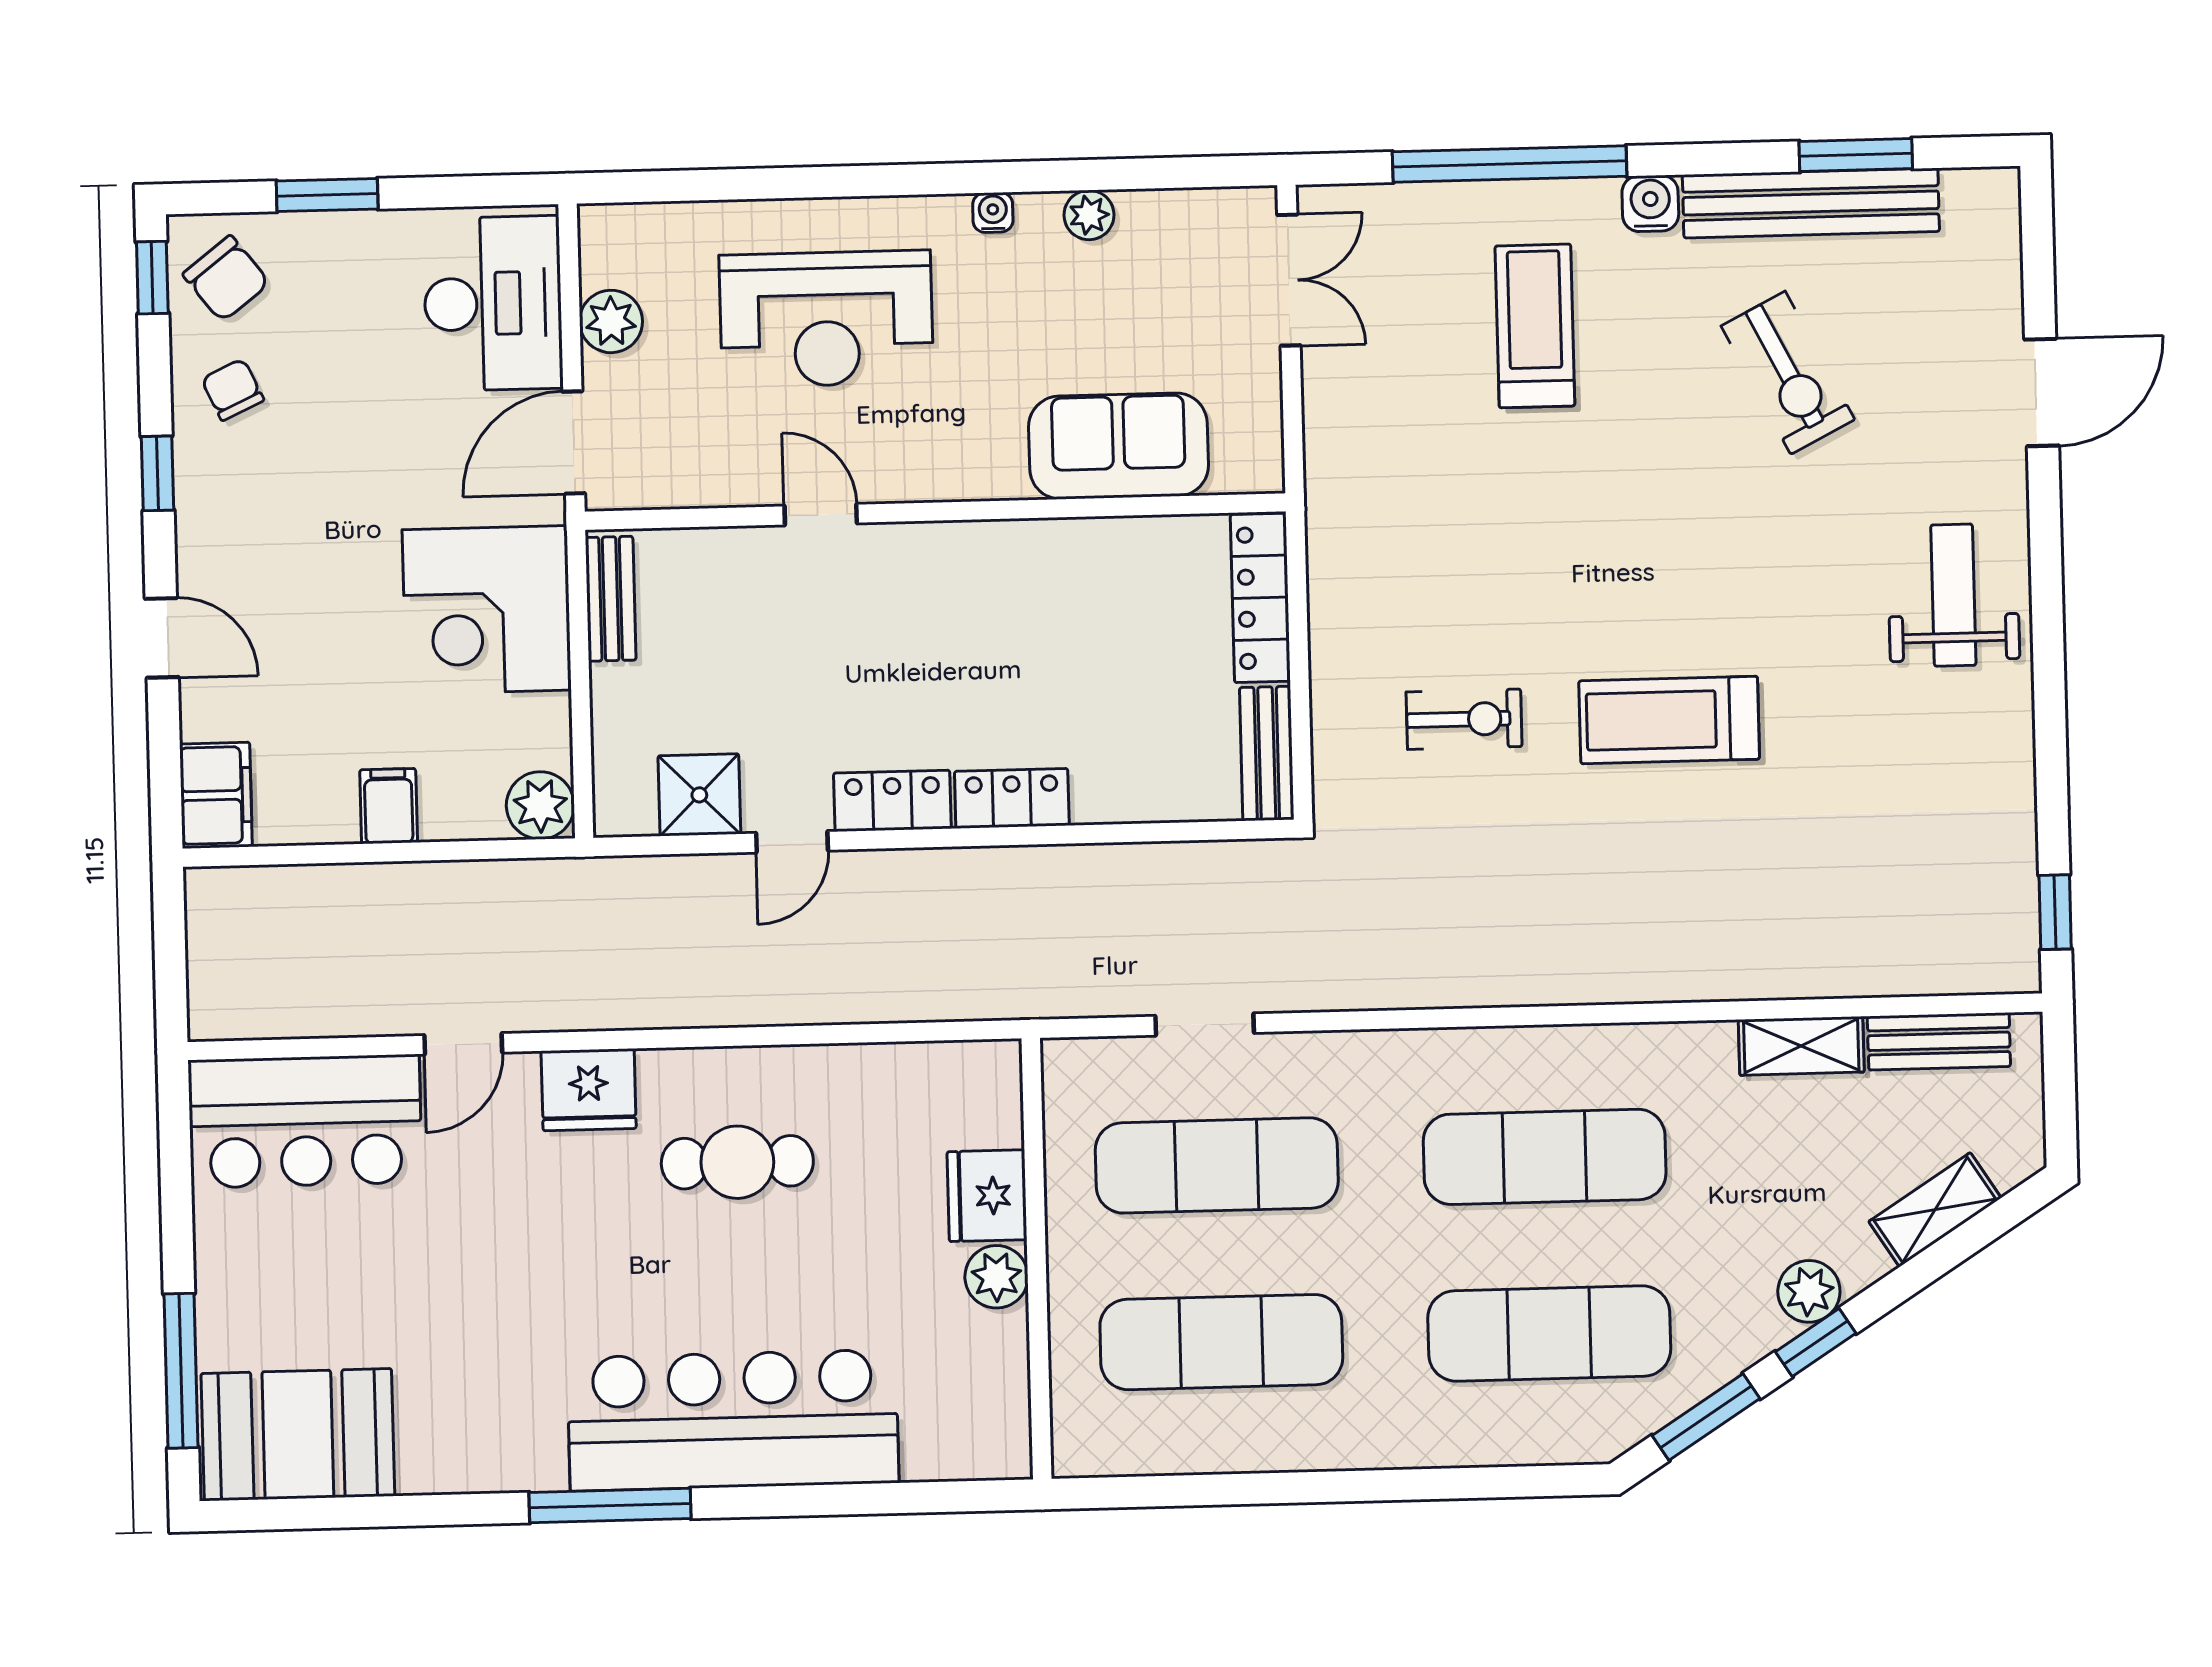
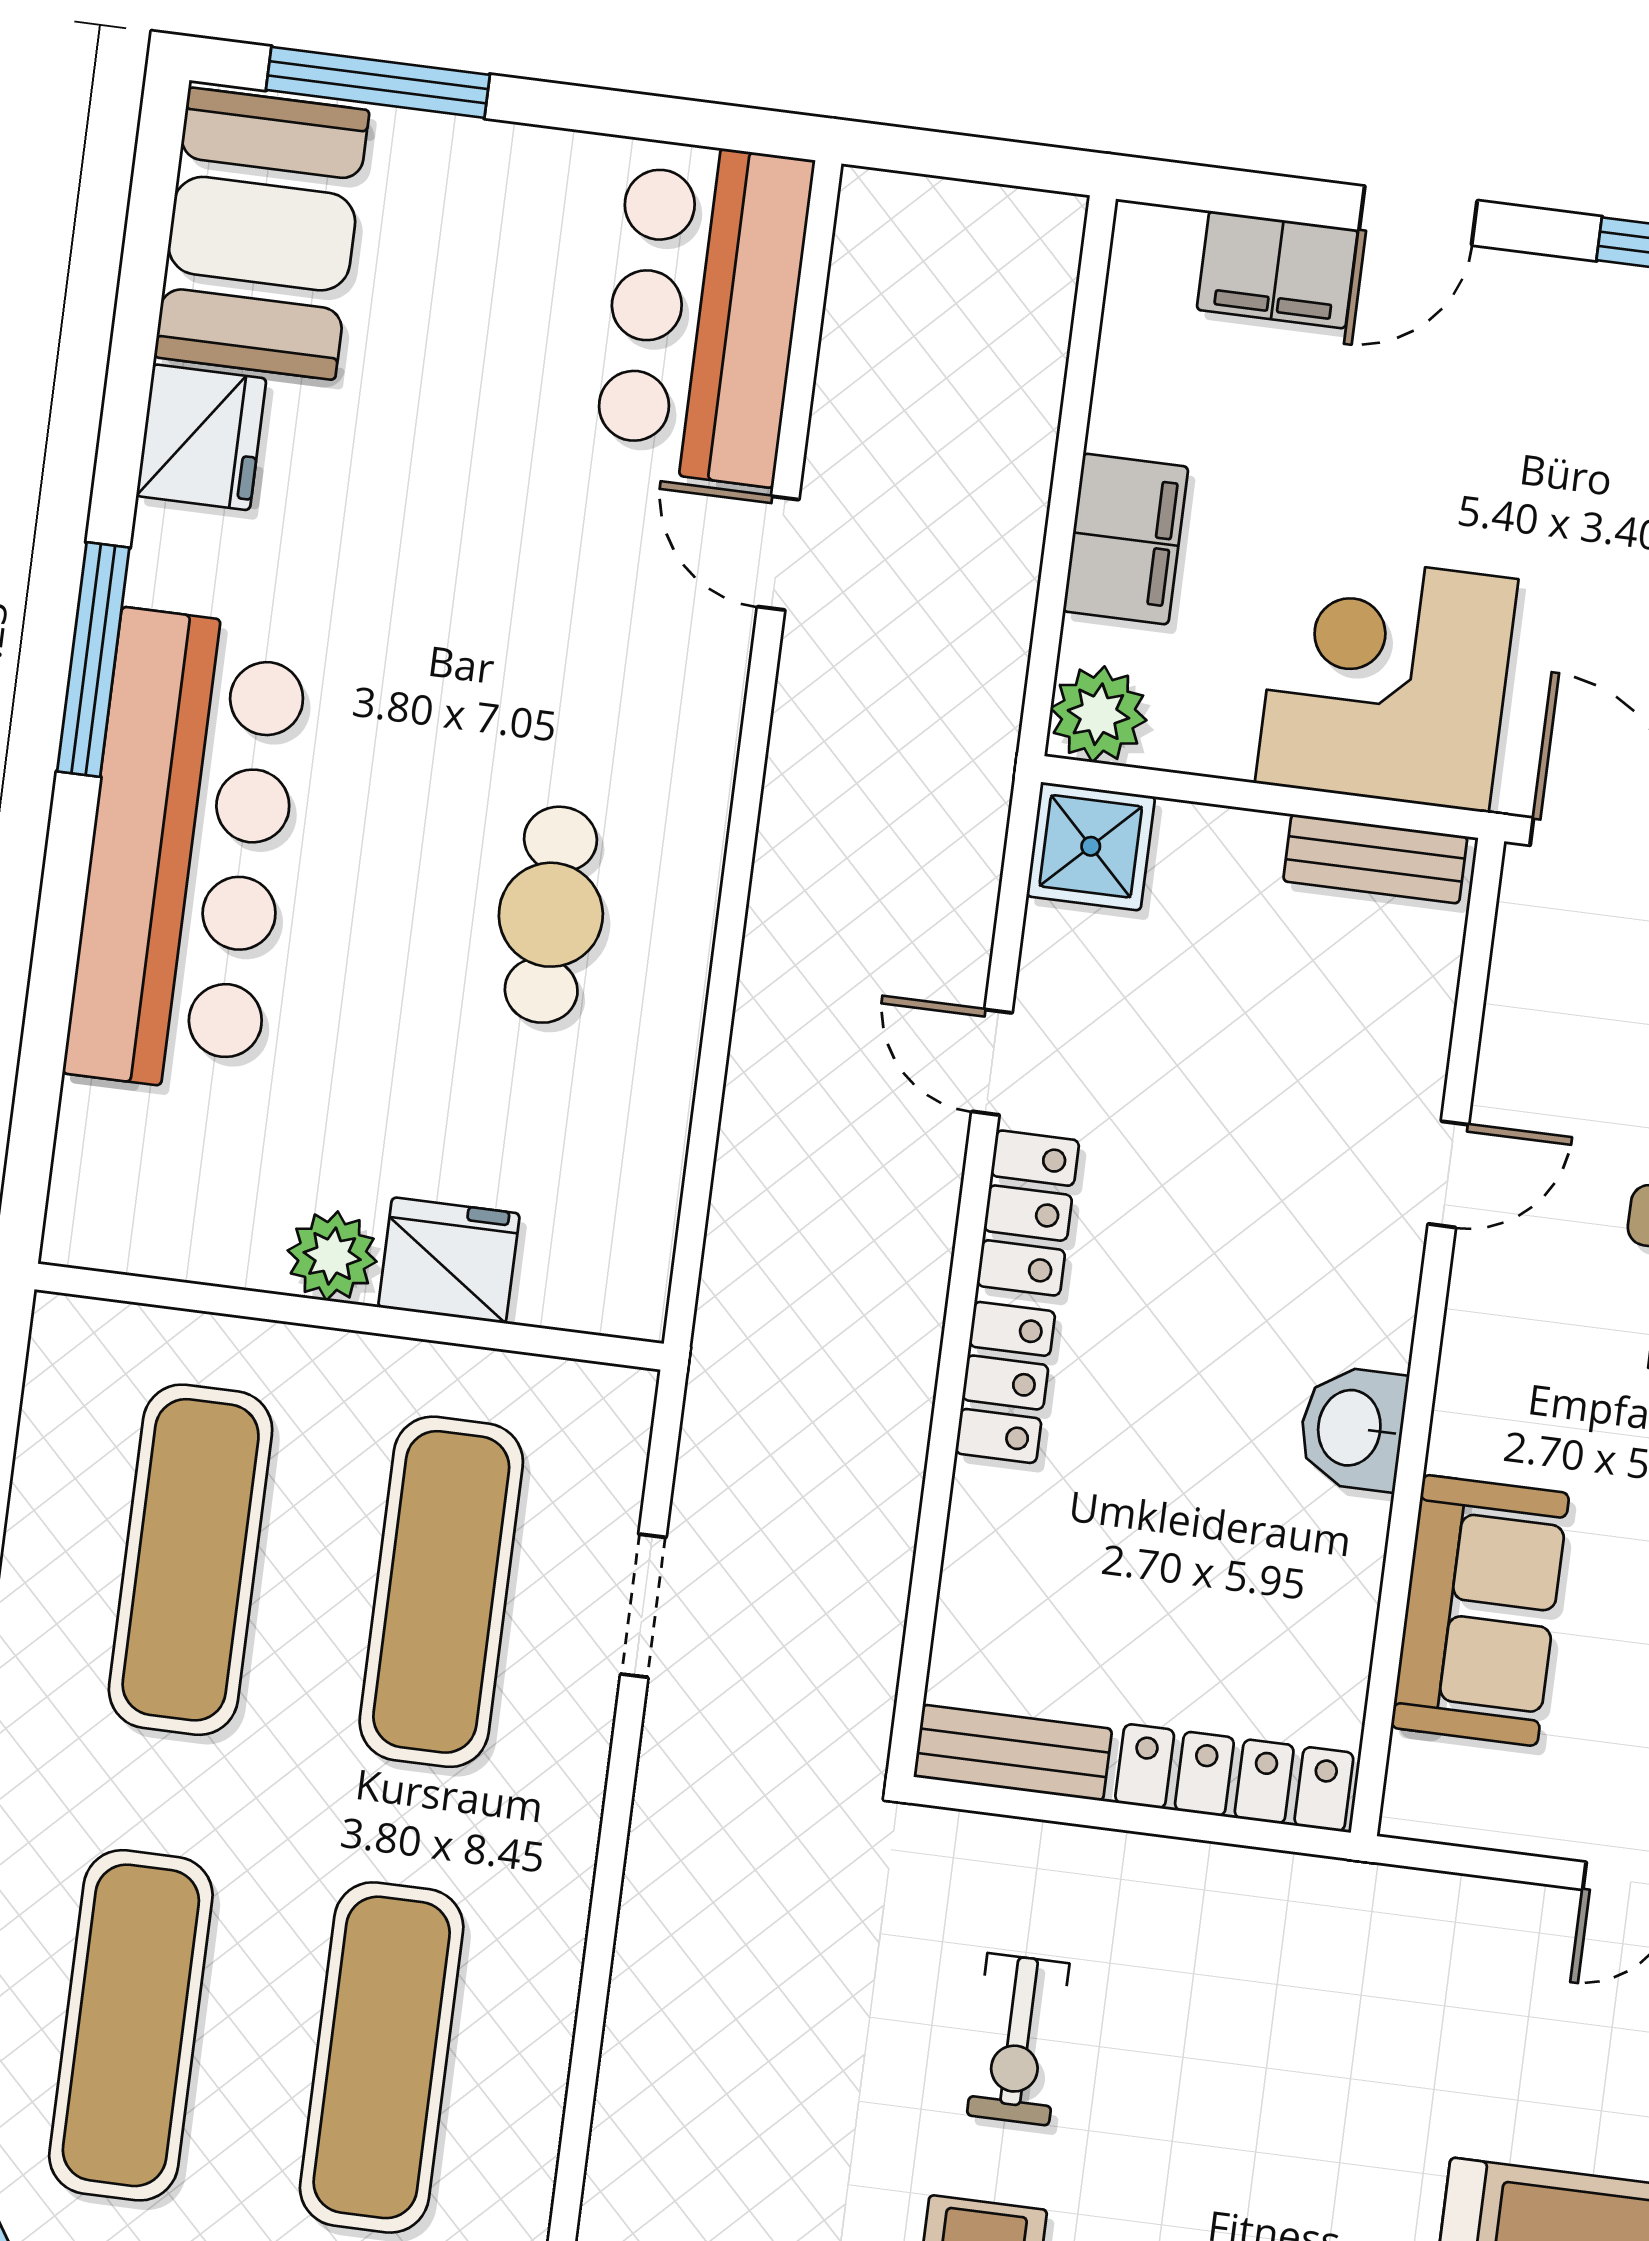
washbasin: (1006, 554) -> (1352, 1428), added
filing cabinet: (216, 795) -> (1277, 270), moved
shower: (699, 795) -> (1091, 846), moved
filing cabinet: (389, 806) -> (1126, 539), width x2.00
fridge: (589, 1090) -> (201, 437), moved, turned 180

